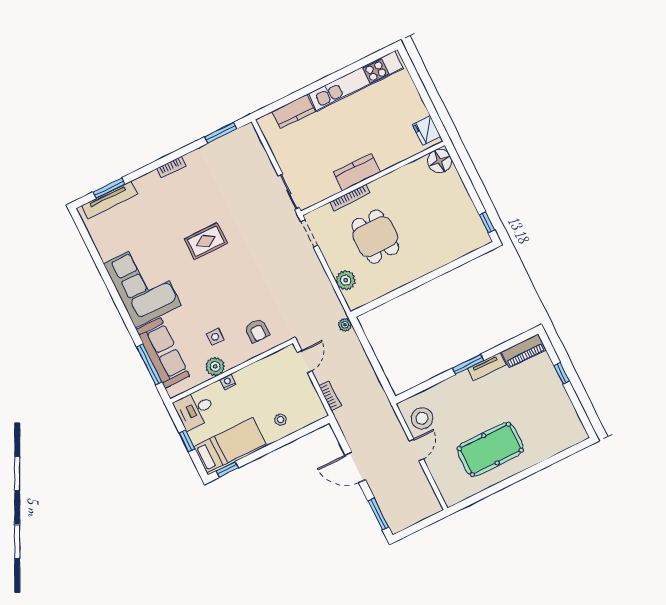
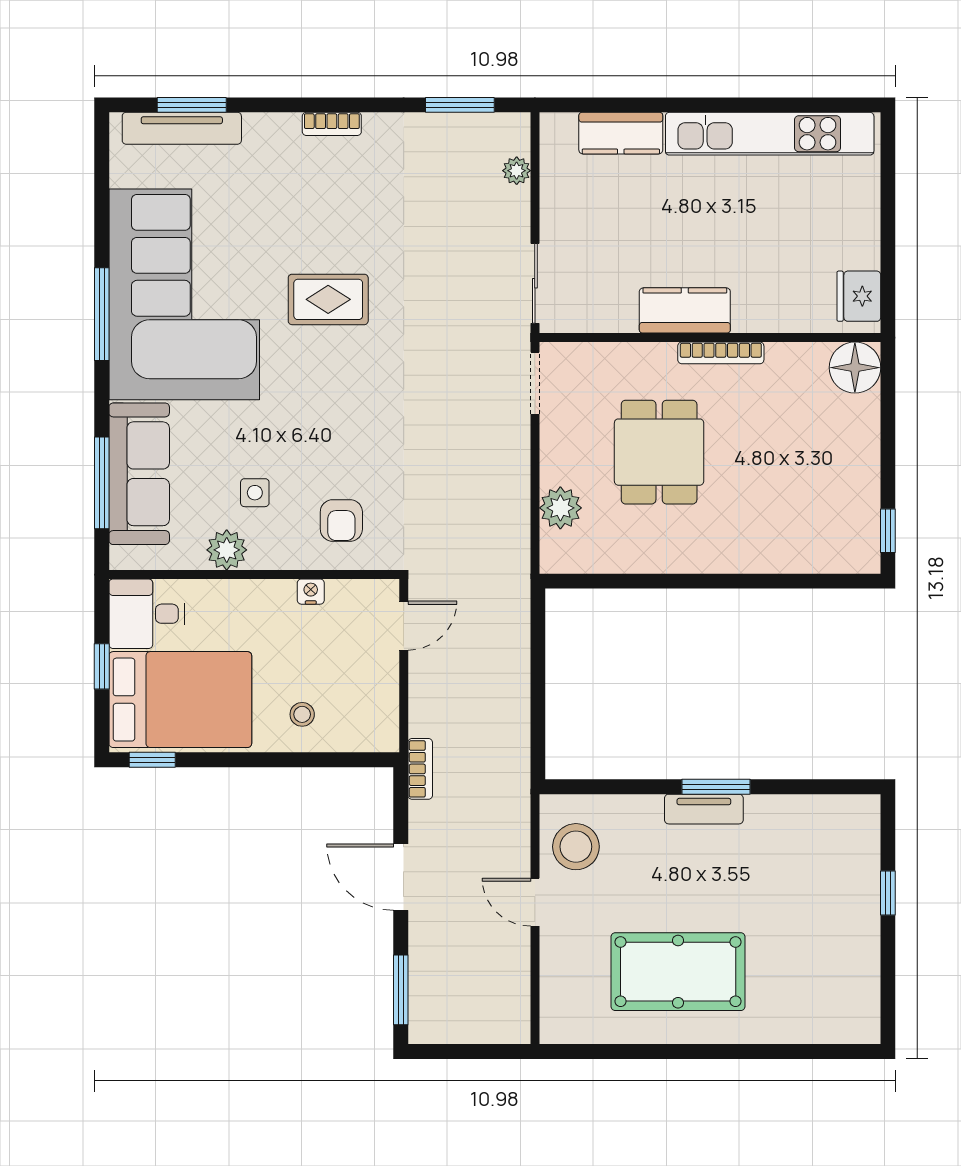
bookcase: (350, 198) -> (721, 353), moved
corner sofa: (142, 284) -> (184, 294), width x1.36, depth x1.36
window: (114, 294) -> (102, 314), added
plant: (345, 325) -> (517, 171), moved
piano: (524, 351) -> (836, 814), removed
tv unit: (487, 367) -> (704, 809), moved
nightstand: (228, 382) -> (311, 592), moved
bookcase: (330, 396) -> (420, 769), moved
bed: (230, 445) -> (180, 700), width x1.50
door: (416, 450) -> (535, 902), swing flipped

